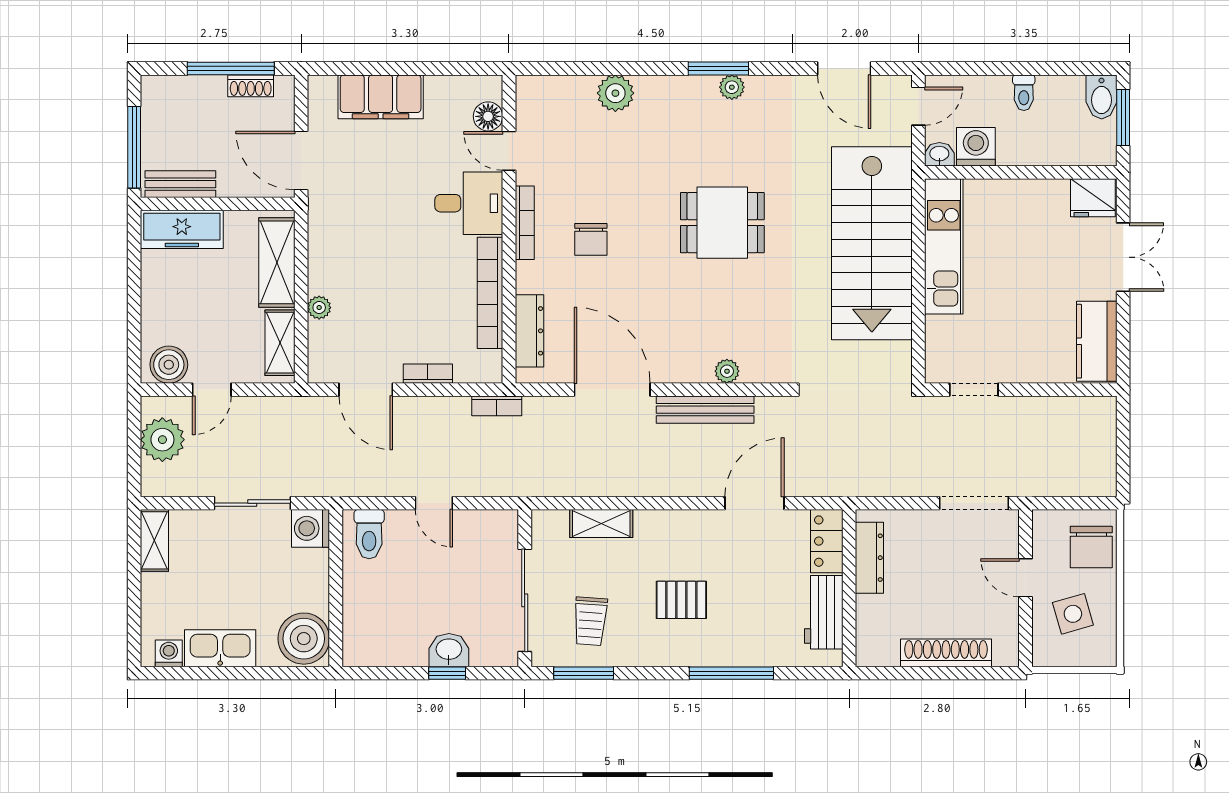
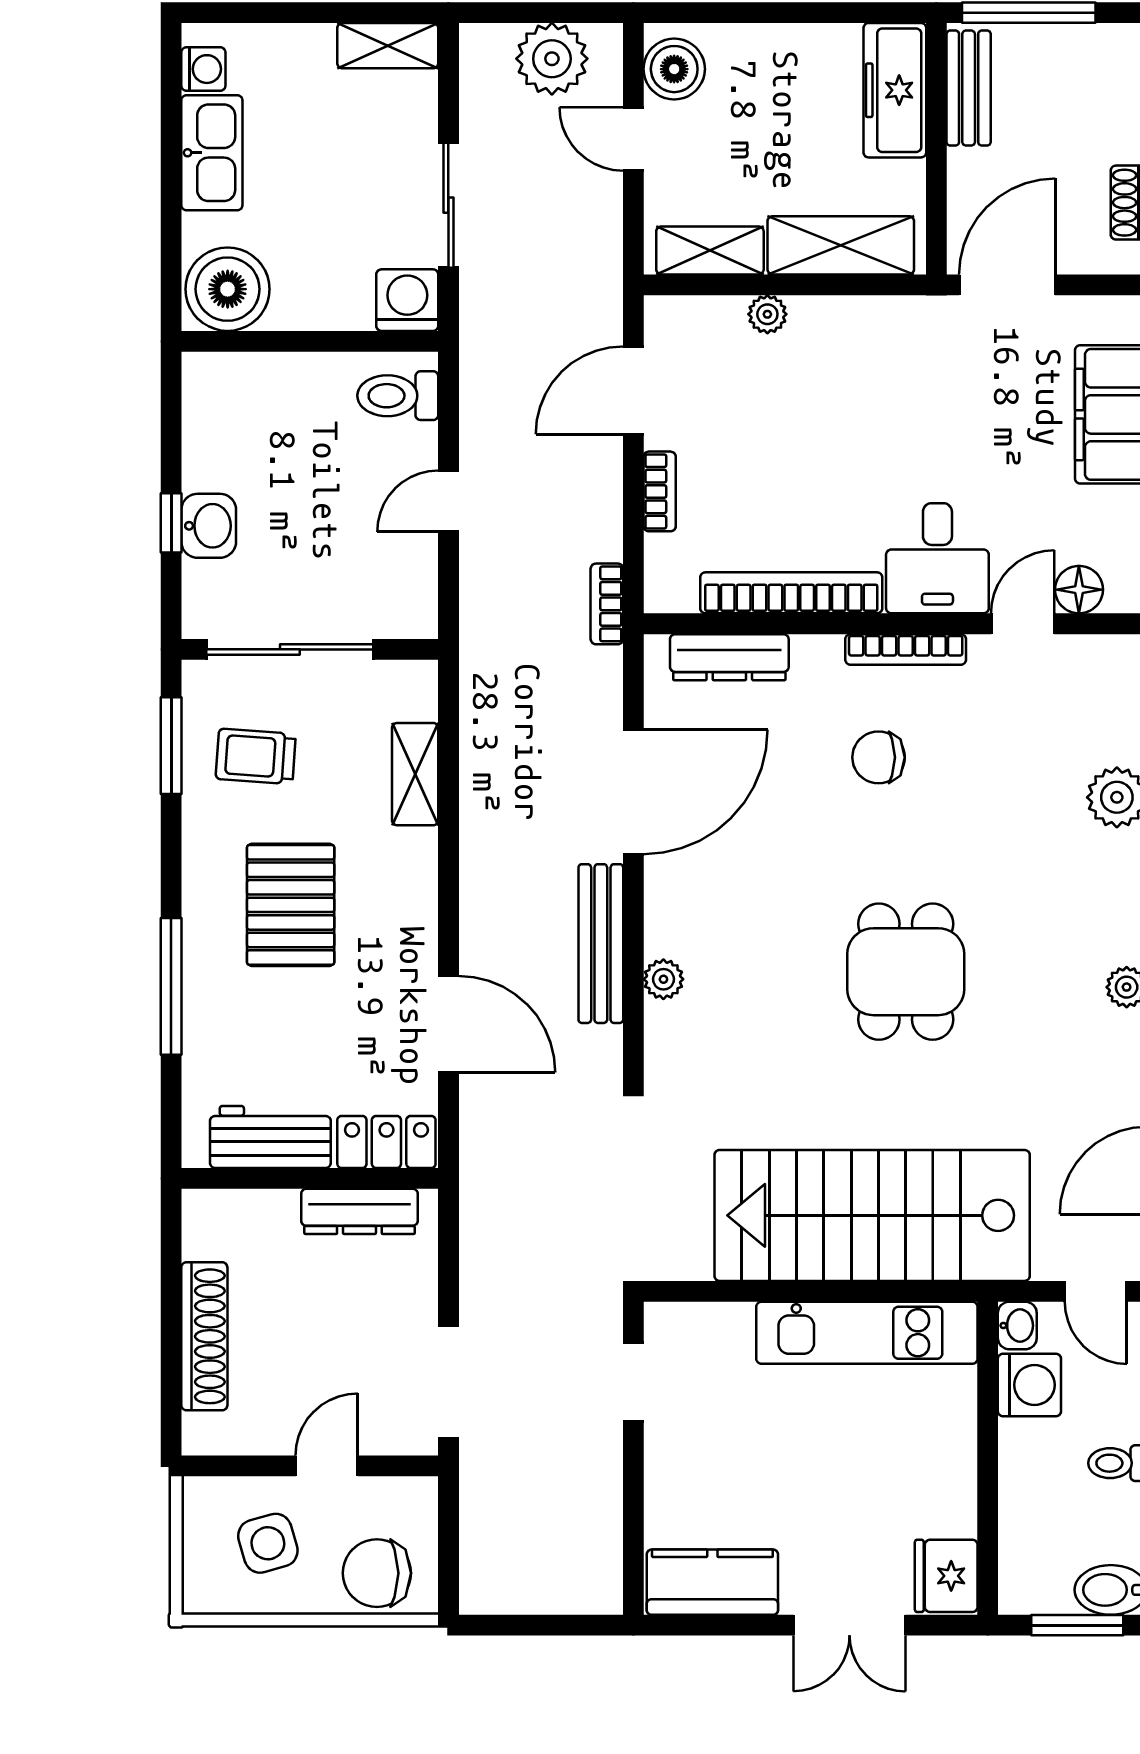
pallet: (681, 600) -> (291, 905), width x1.50, depth x1.42

